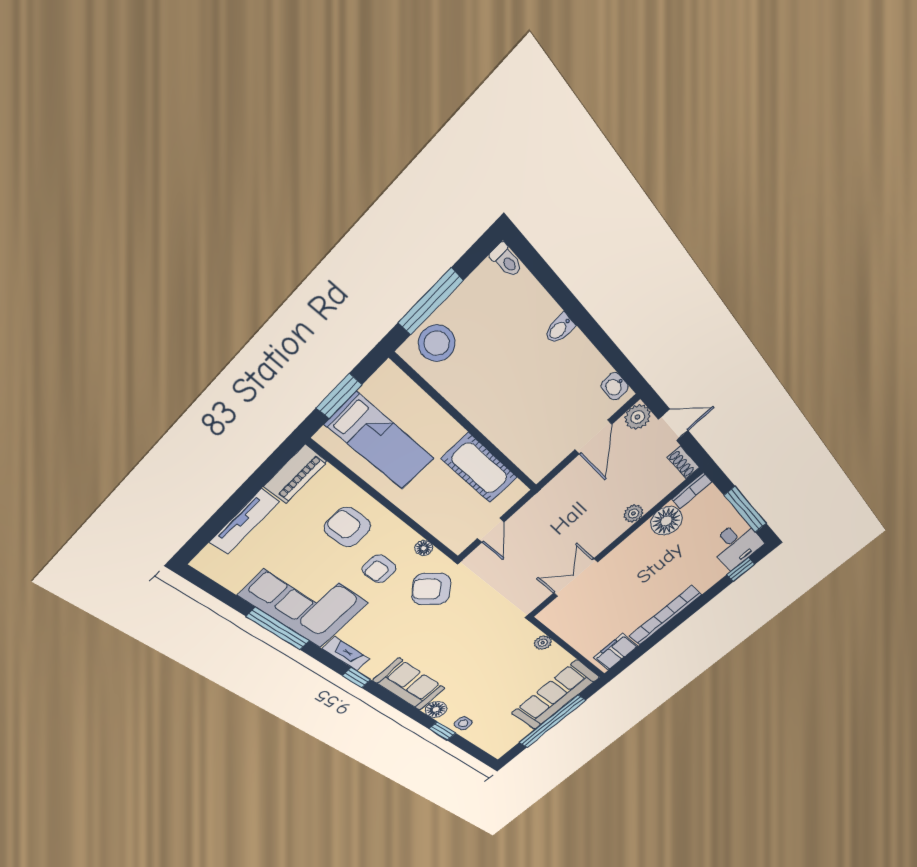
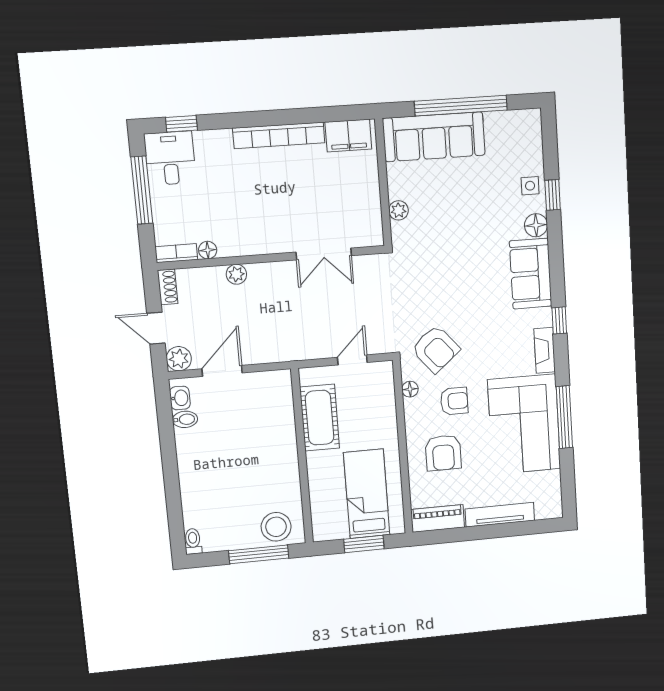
bidet: (559, 329) -> (185, 419), moved
floor lamp: (666, 521) -> (208, 250), width x0.53, depth x0.53

